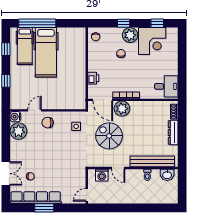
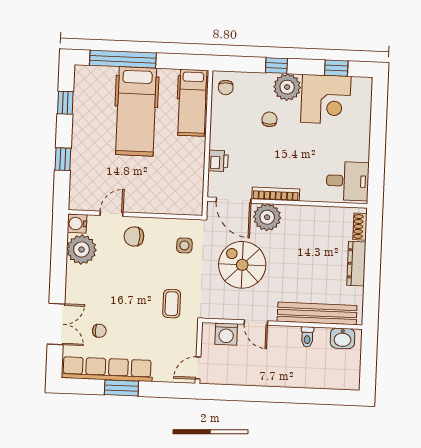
hospital bed: (25, 46) -> (192, 103), moved
coffee table: (70, 159) -> (172, 304), added

